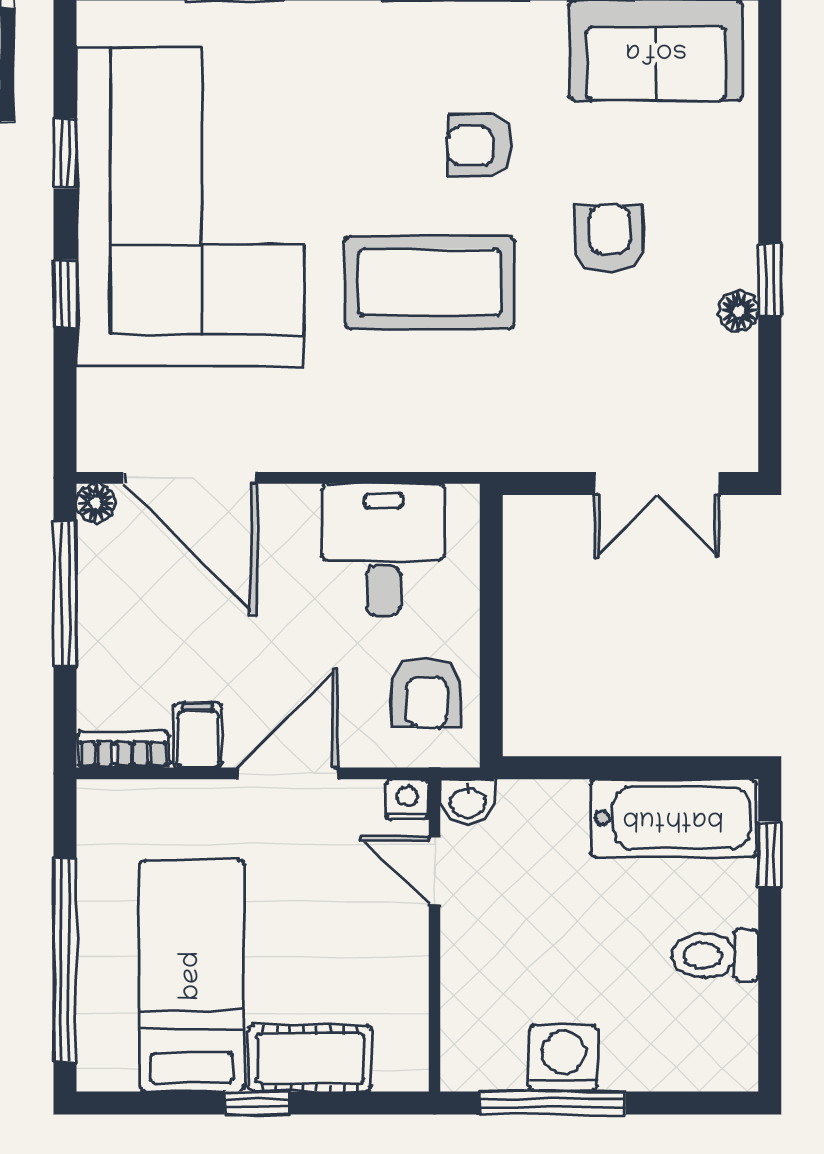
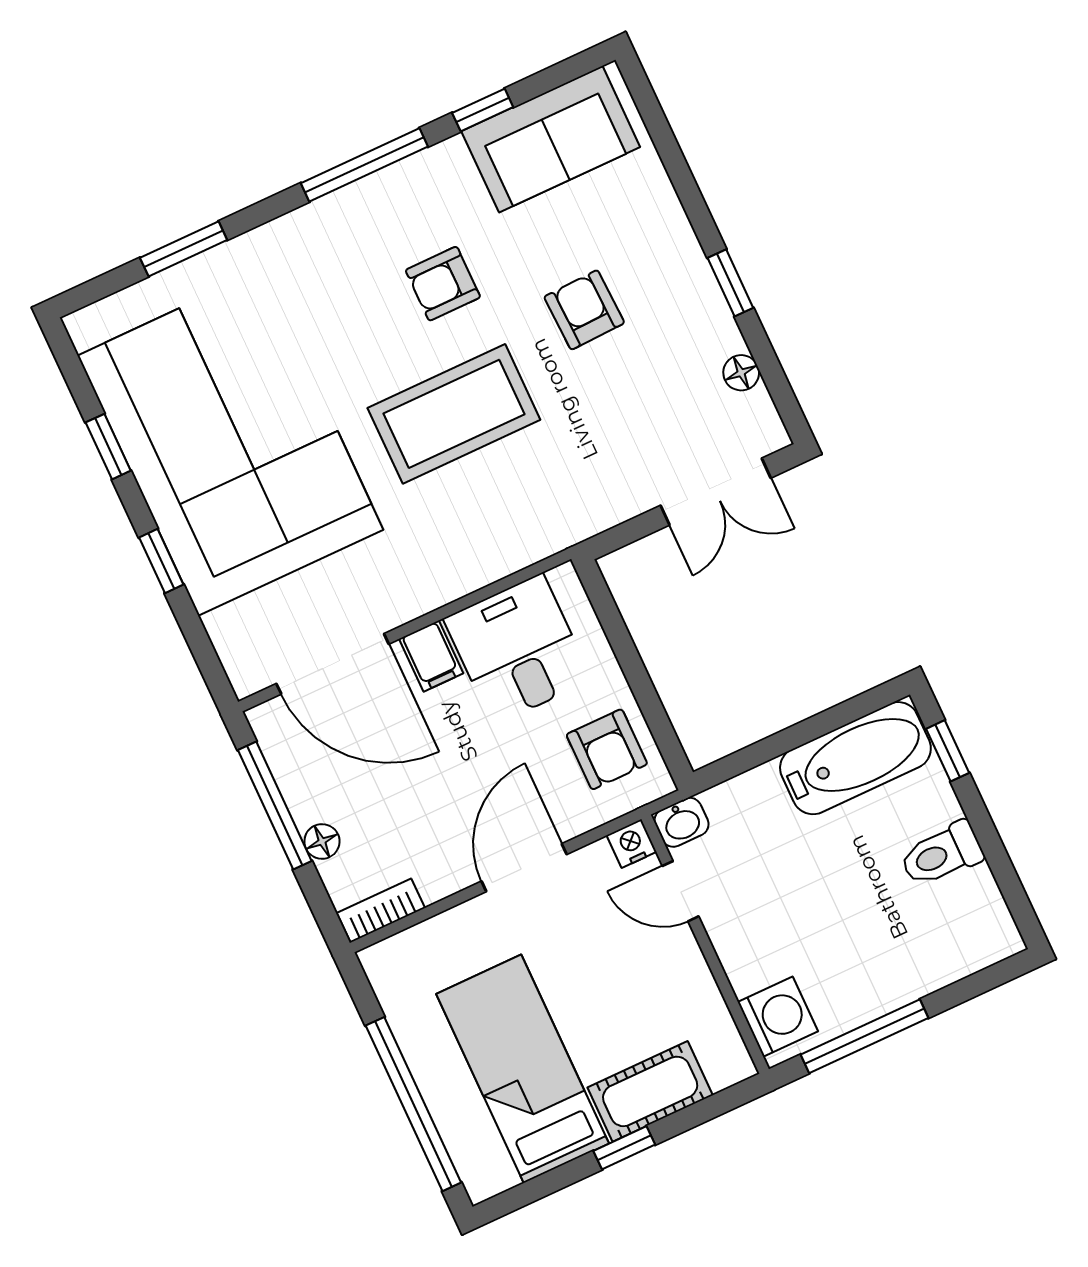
floor lamp: (739, 311) -> (741, 373), moved
floor lamp: (96, 503) -> (322, 841), moved
filing cabinet: (198, 735) -> (431, 656), moved, turned 180
washing machine: (563, 1058) -> (778, 1017), moved, turned 90

